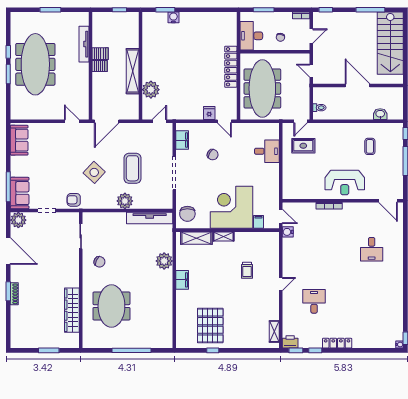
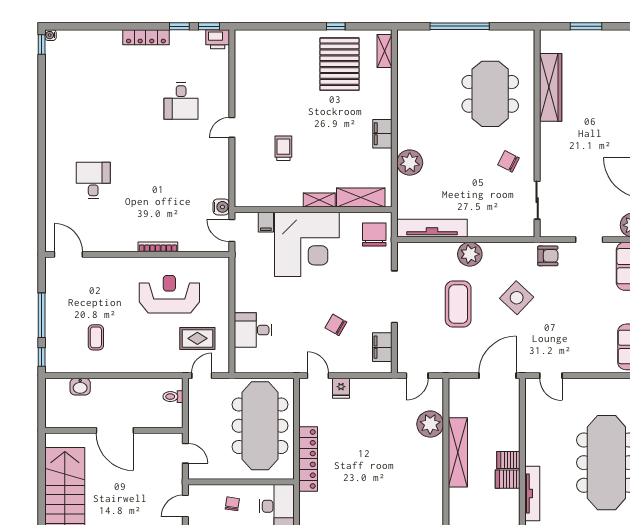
reception desk: (345, 183) -> (169, 294), moved
shelving: (274, 331) -> (385, 51), moved

